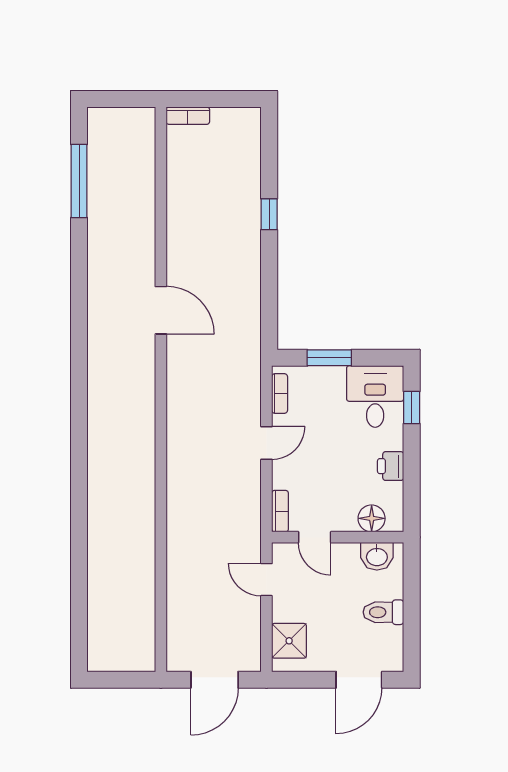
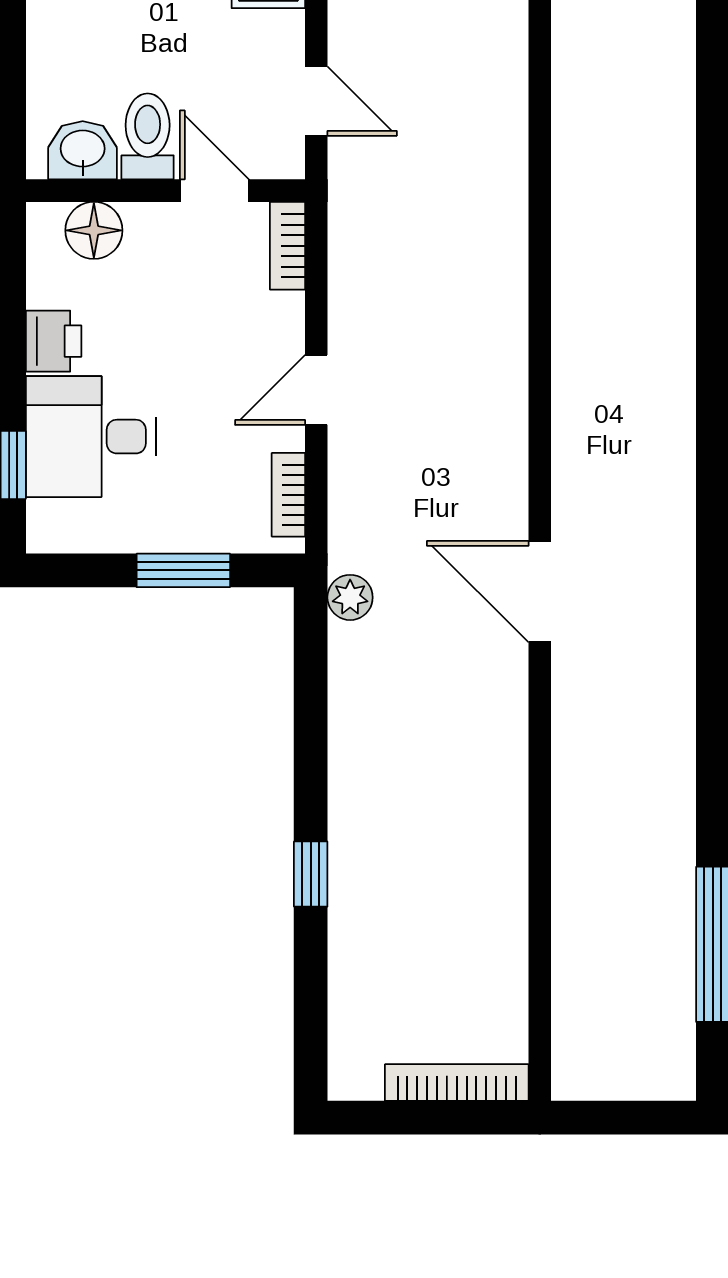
bookcase: (188, 116) -> (457, 1083), width x1.56
door: (161, 310) -> (540, 592), moved
plant: (250, 345) -> (350, 597), added
desk: (375, 396) -> (91, 437), moved, turned 90
toilet: (383, 612) -> (148, 136), moved, turned -90

